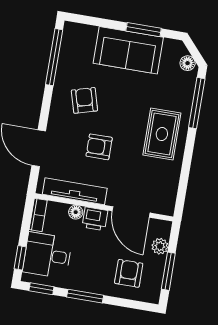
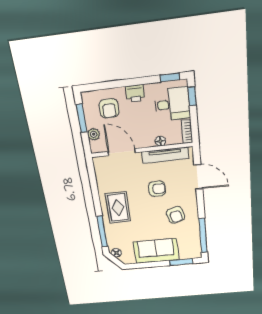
window: (144, 30) -> (181, 262), moved
printer: (95, 219) -> (135, 93), moved, turned 180
window: (85, 296) -> (135, 82), removed

